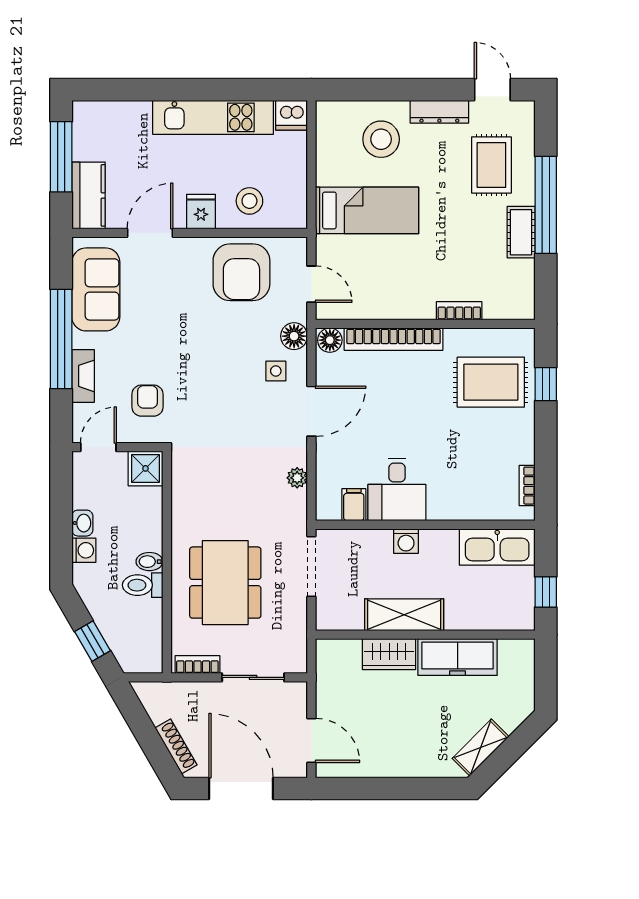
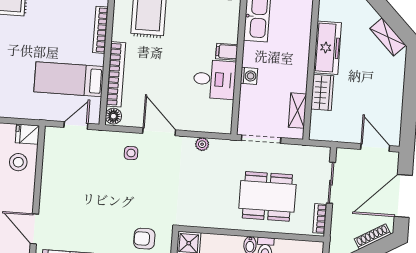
bed: (367, 210) -> (69, 79), moved, turned -90
fridge: (201, 212) -> (27, 134), moved
armchair: (241, 272) -> (65, 171), removed
bookcase: (459, 311) -> (100, 30), width x1.56
floor lamp: (294, 336) -> (109, 139), removed
filing cabinet: (354, 505) -> (227, 52), moved
shelving: (404, 615) -> (298, 111), moved, width x0.67, depth x0.75
door: (311, 740) -> (375, 147), hinge flipped

